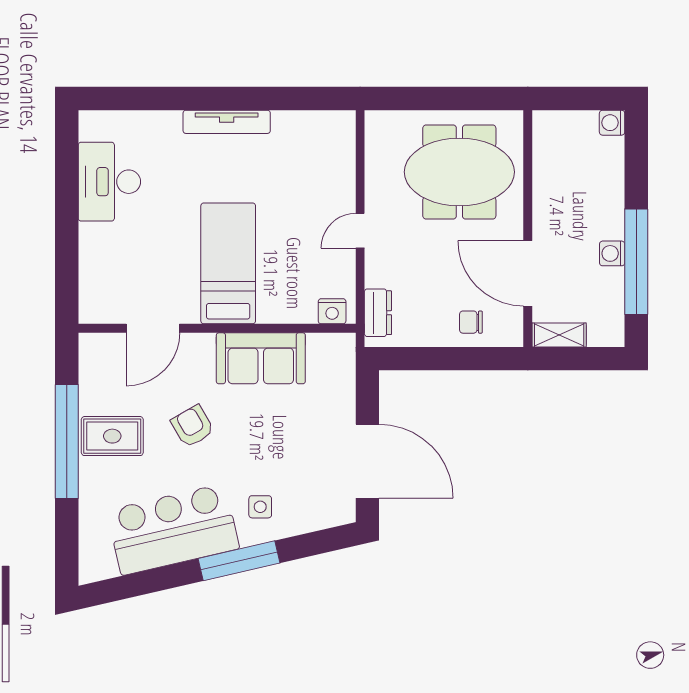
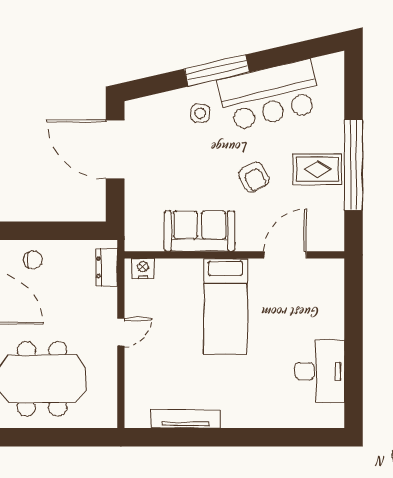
tv unit: (227, 122) -> (186, 419), moved

